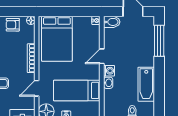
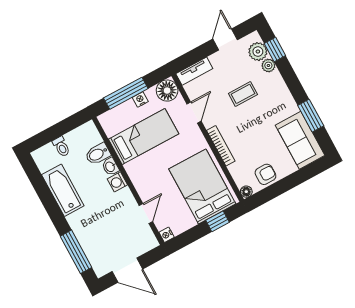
window: (59, 12) -> (217, 221), added
bidet: (112, 22) -> (98, 154), moved
door: (102, 56) -> (146, 214), moved

